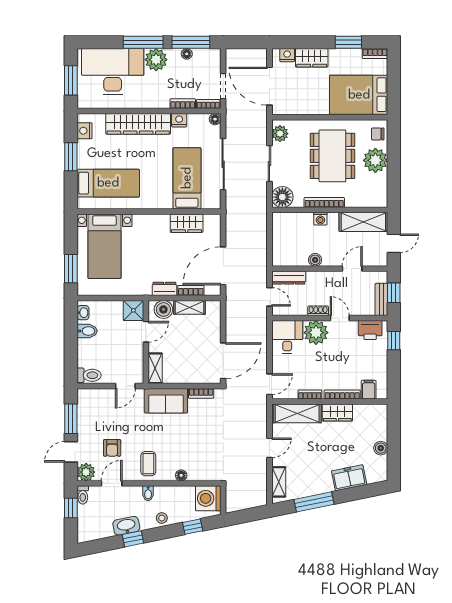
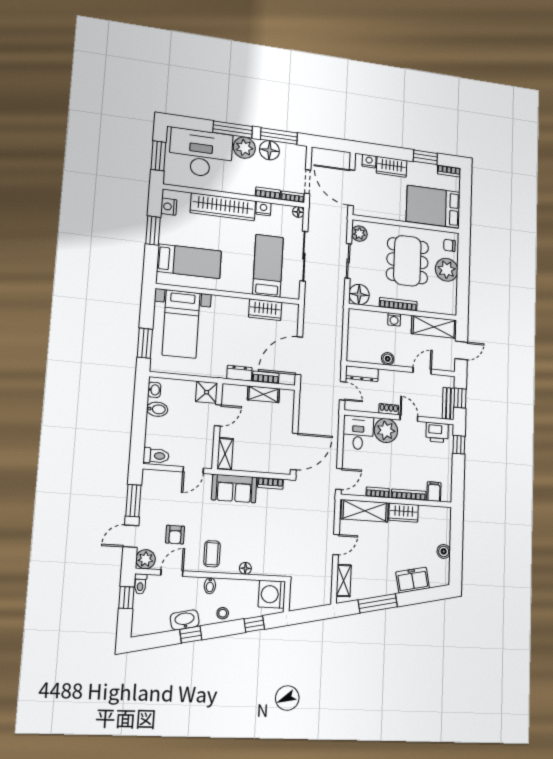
floor lamp: (187, 54) -> (269, 150), width x1.89, depth x1.89
boiler: (163, 309) -> (237, 394), removed

